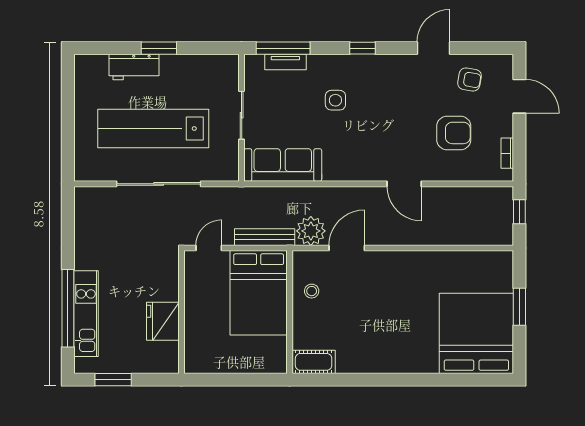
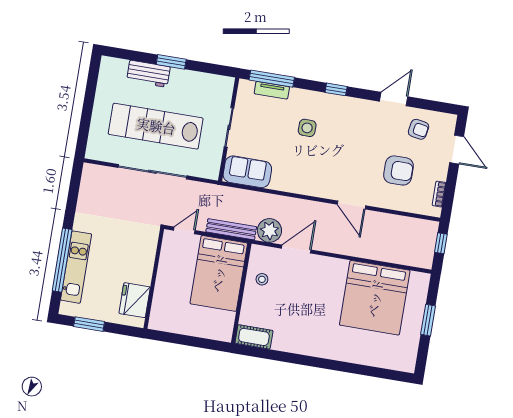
sofa: (283, 165) -> (247, 172), width x0.73
fridge: (163, 321) -> (135, 300), moved
bed: (476, 333) -> (375, 298), moved, turned 180

